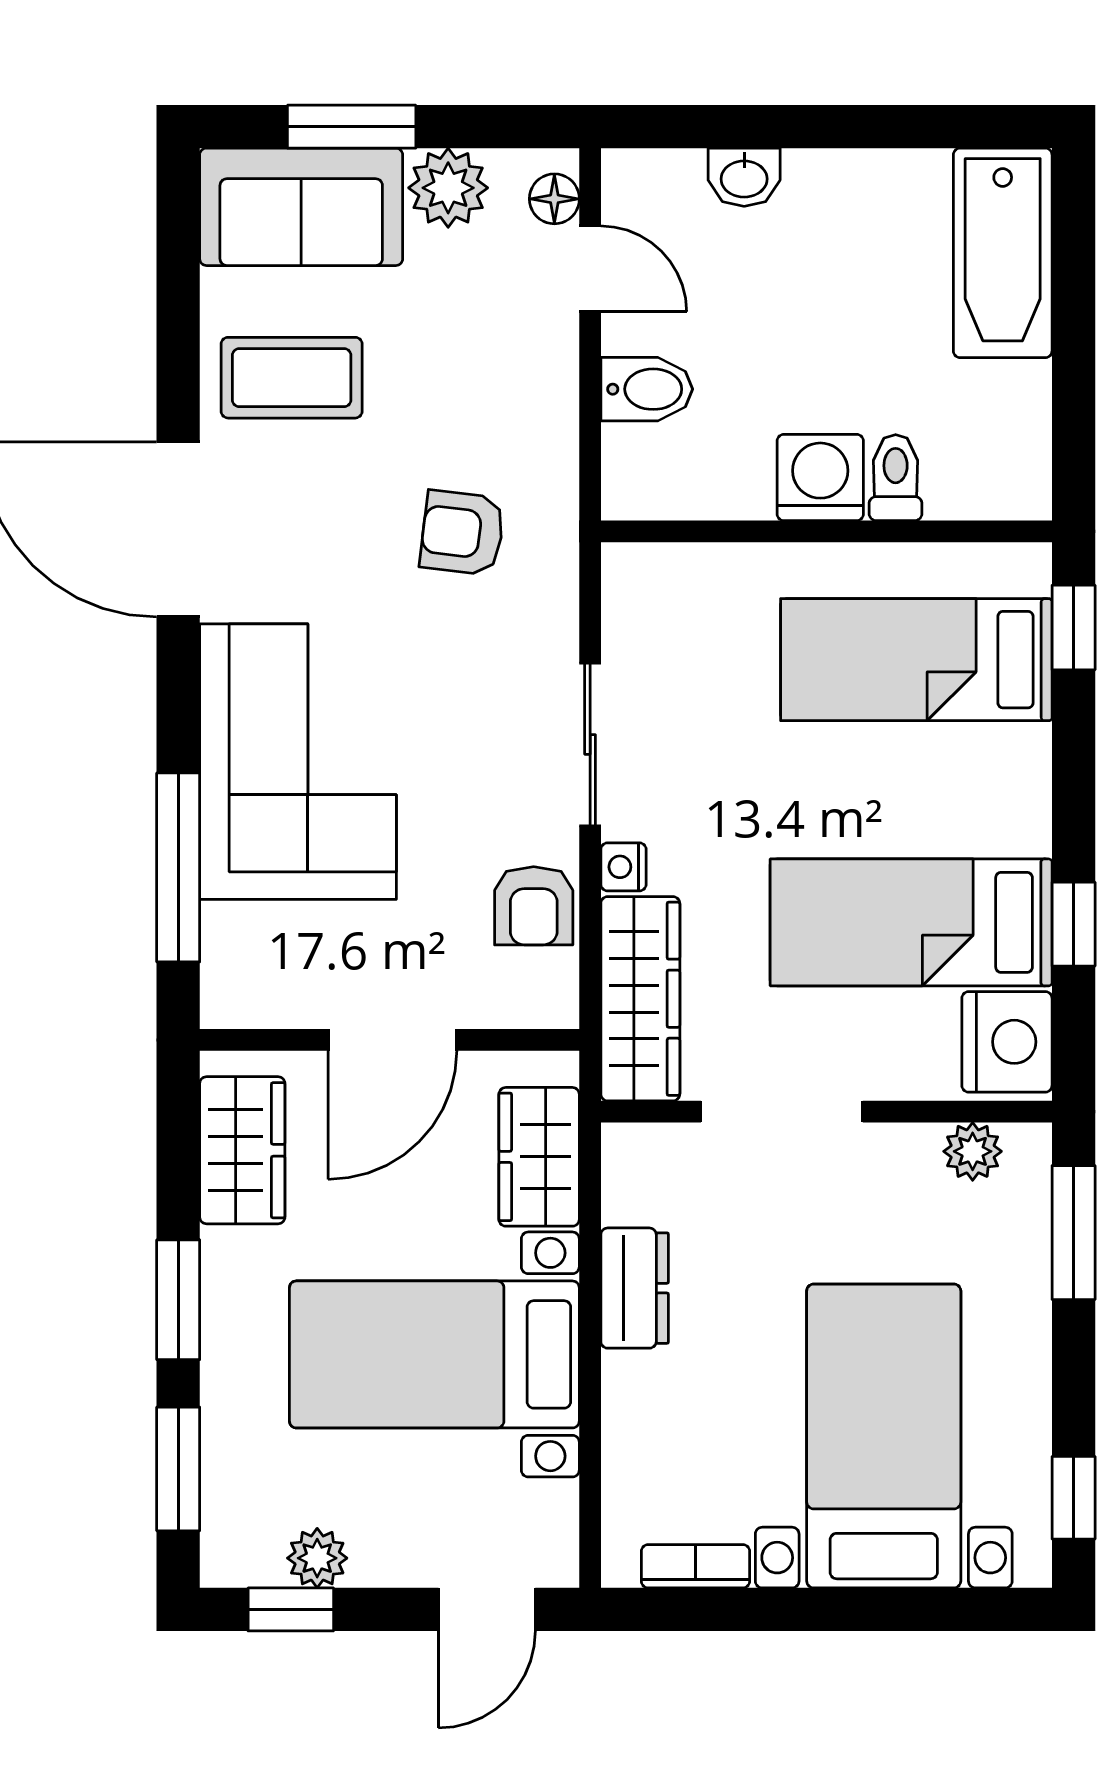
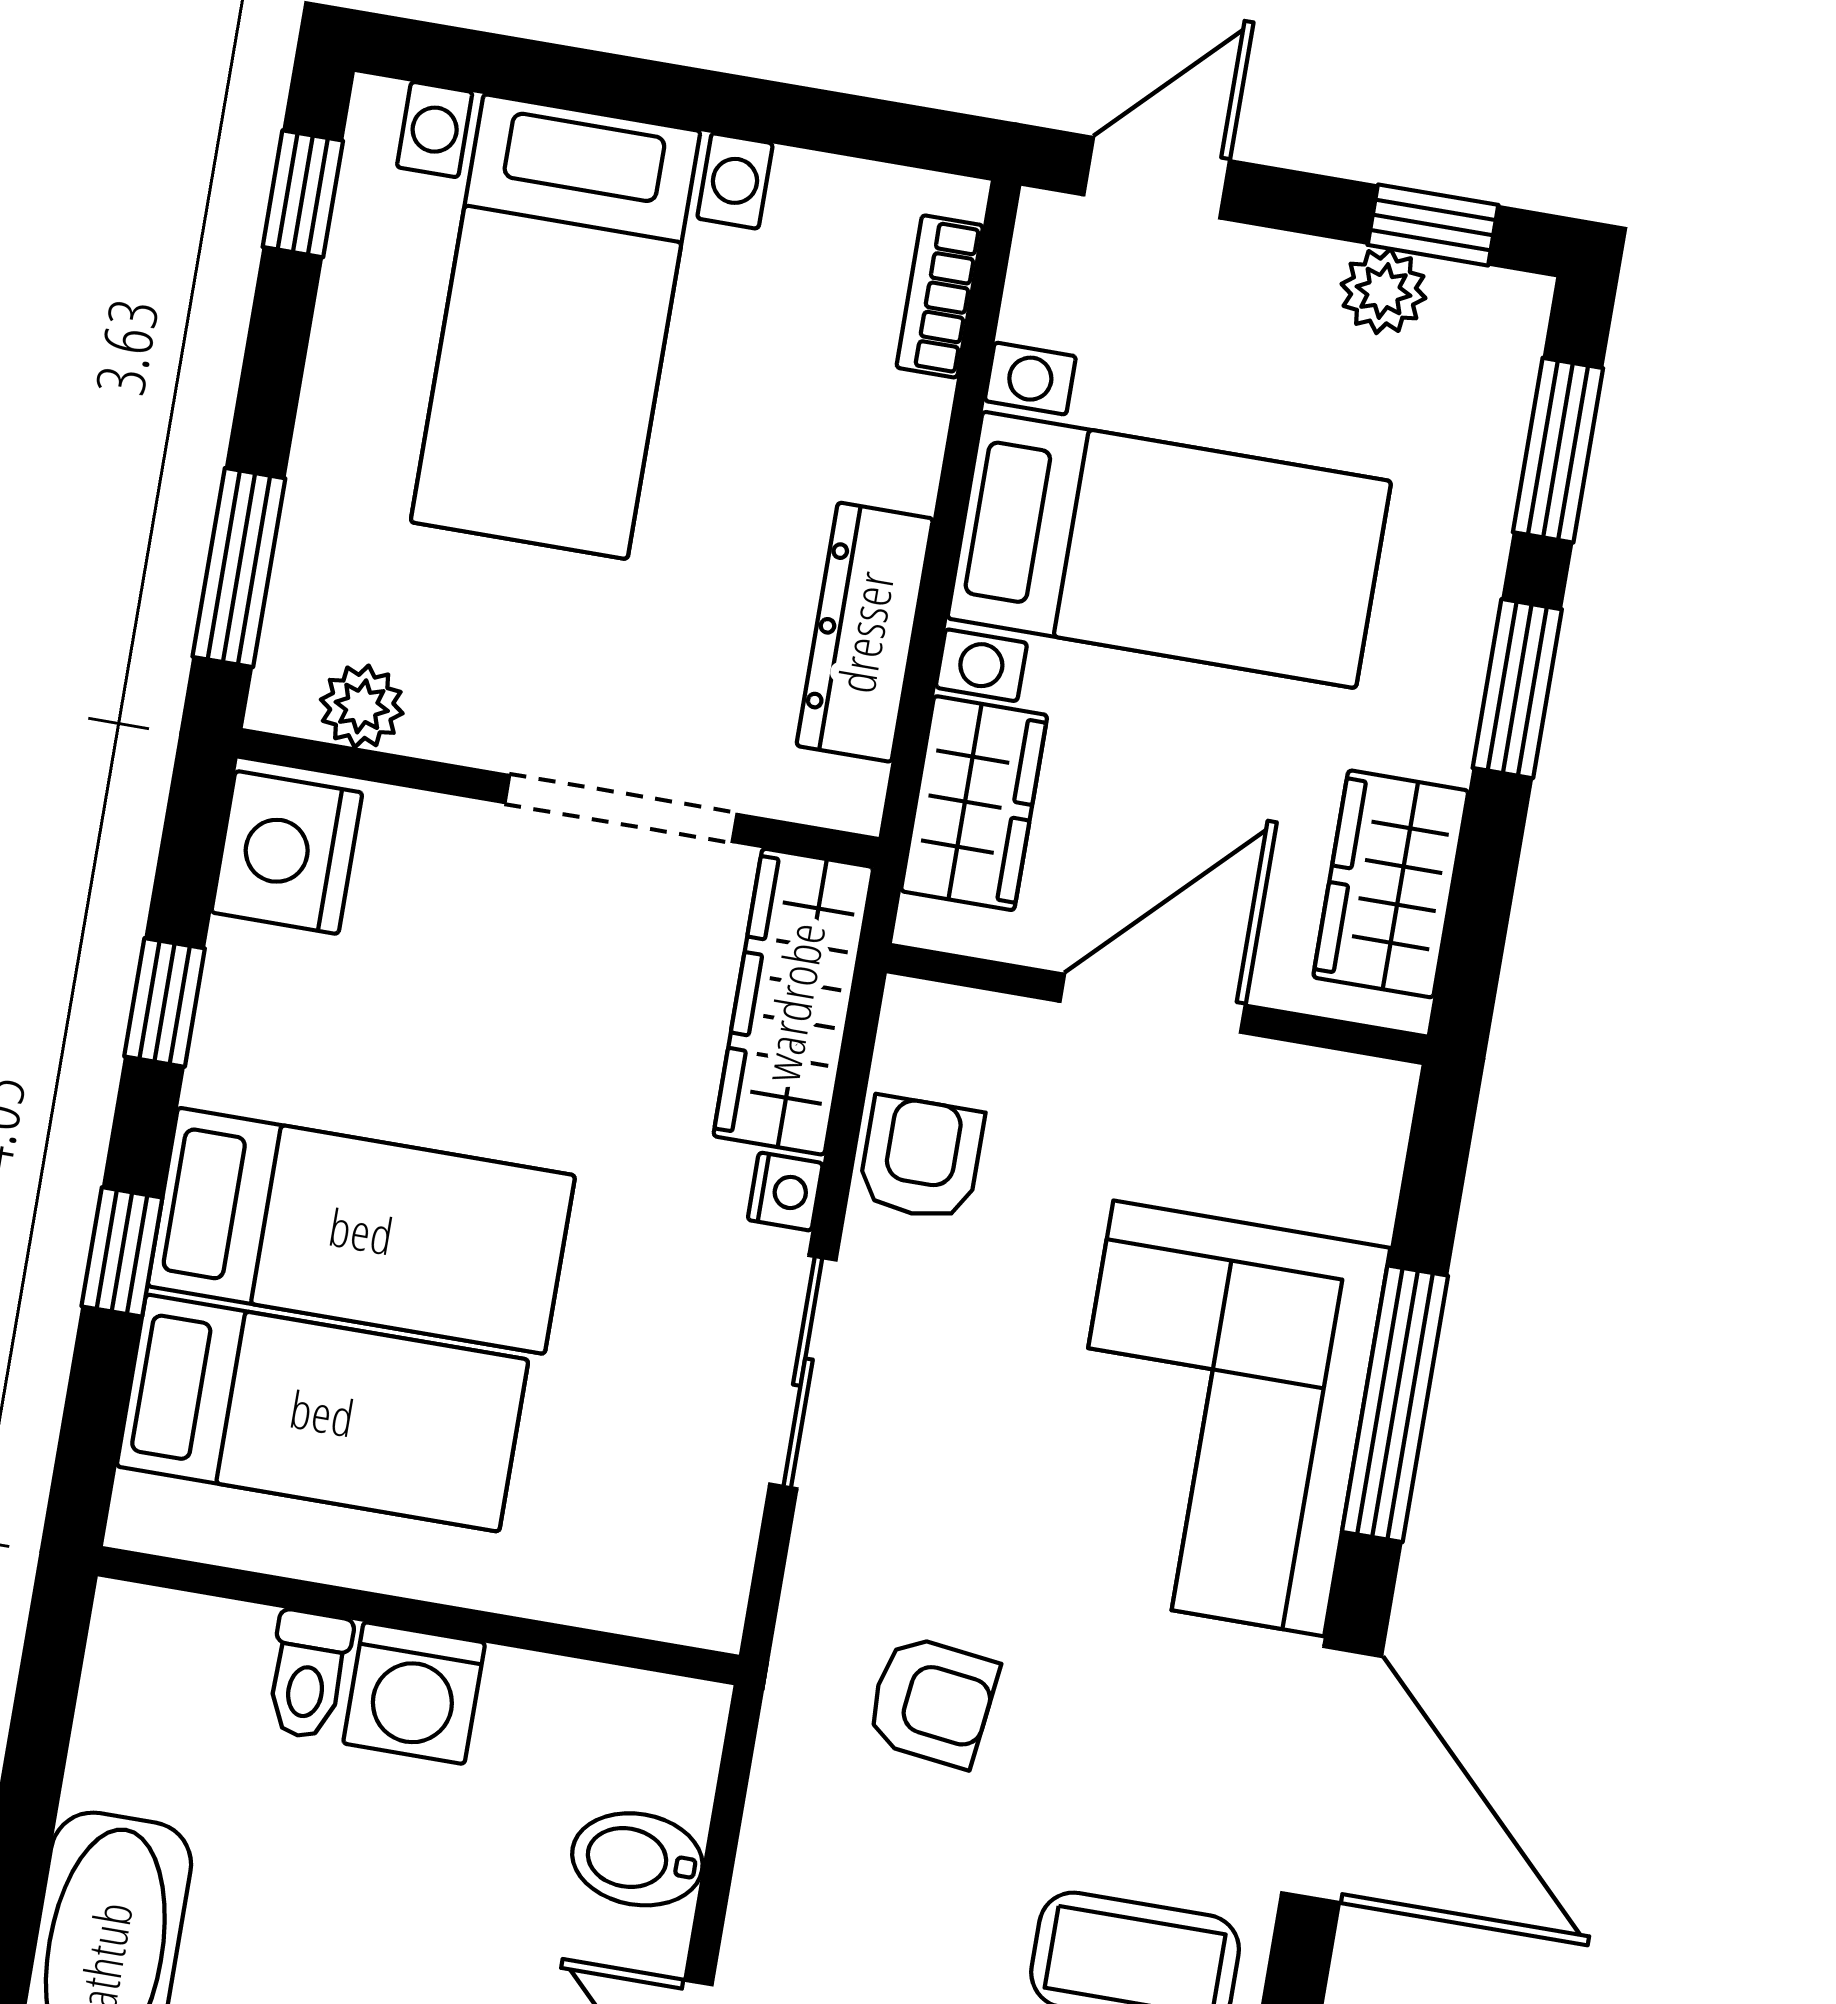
window: (1074, 627) -> (122, 1252), moved
window: (178, 867) -> (1395, 1404), moved
bed: (911, 922) -> (361, 1231), moved
dresser: (635, 1288) -> (865, 632), width x1.44
bookcase: (695, 1566) -> (940, 296), moved, turned 90

